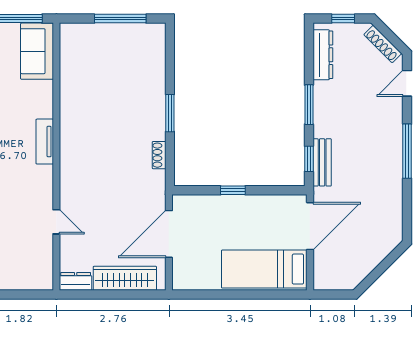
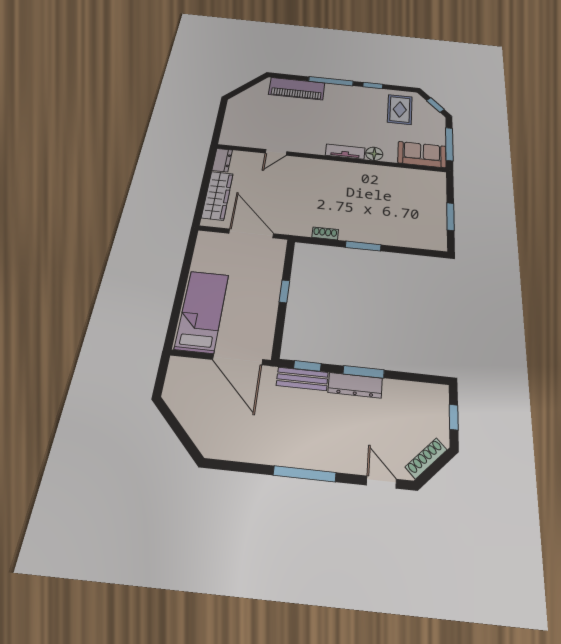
window: (120, 19) -> (450, 217), width x0.69
dresser: (323, 55) -> (355, 385), moved
floor lamp: (43, 107) -> (374, 154), added

